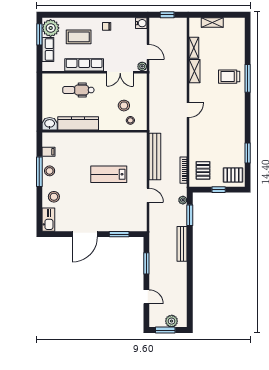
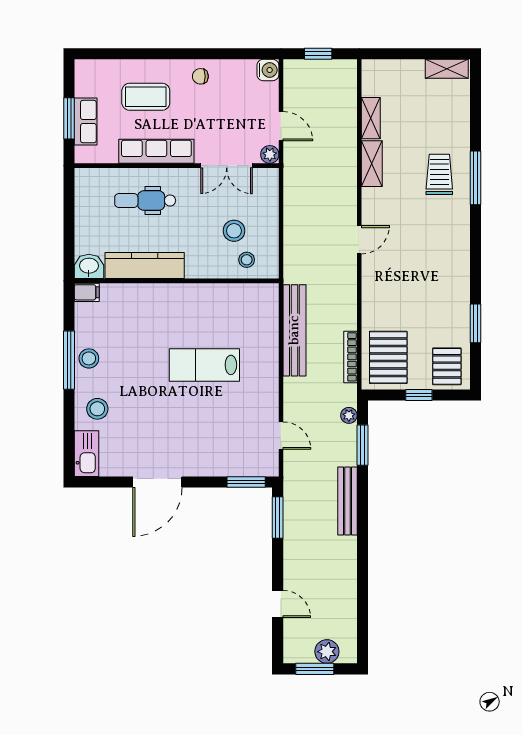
shelving: (212, 22) -> (447, 69), moved
plant: (51, 28) -> (91, 79), removed
window: (39, 34) -> (69, 118), moved
trolley: (229, 77) -> (439, 174), turned 90
filing cabinet: (48, 152) -> (87, 292), moved
pallet: (203, 170) -> (388, 357), width x1.50, depth x1.42
pallet: (233, 175) -> (447, 366), turned 90
door: (148, 195) -> (281, 436), moved
window: (119, 234) -> (246, 482), moved
window: (146, 263) -> (278, 518), moved

